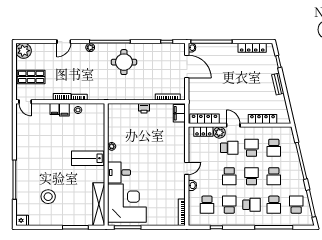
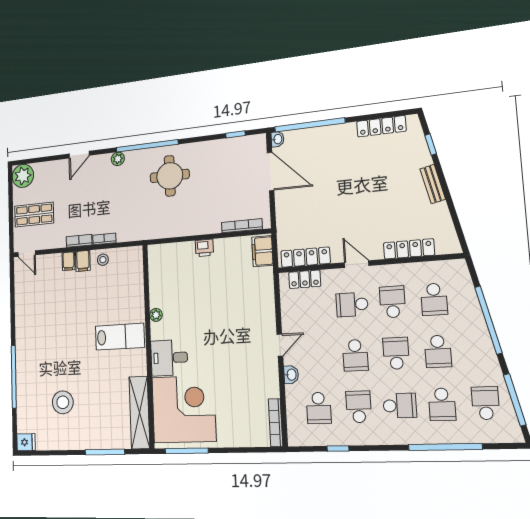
plant: (219, 132) -> (333, 279), removed
school desk: (229, 148) -> (352, 305), turned 180
lab bench: (88, 158) -> (120, 337), turned 180

